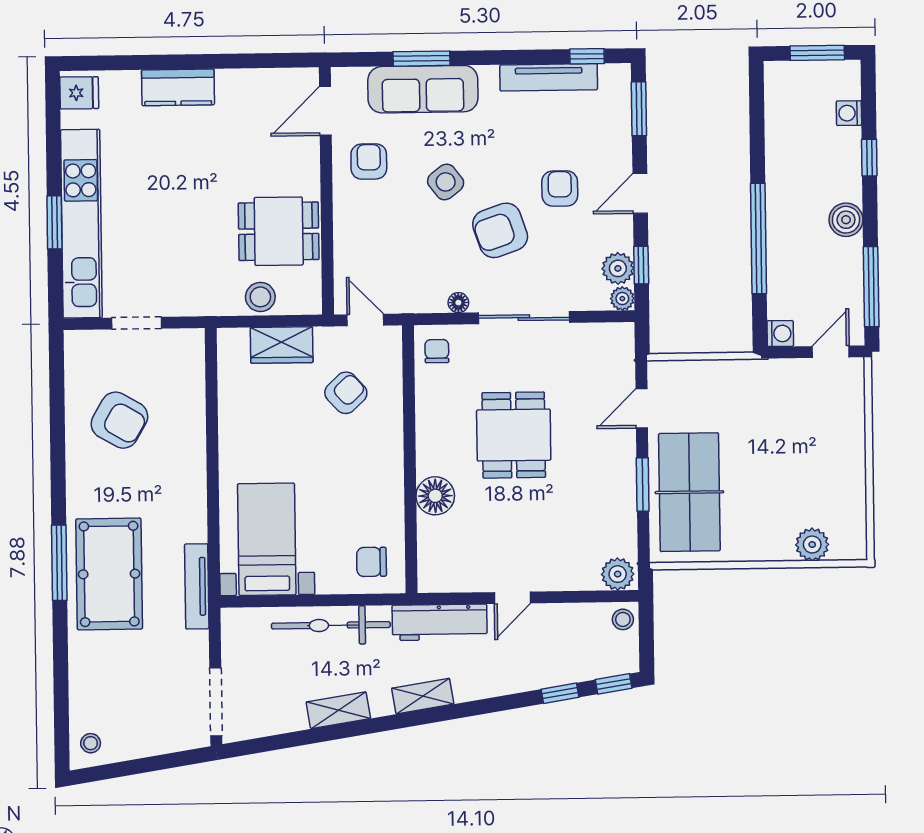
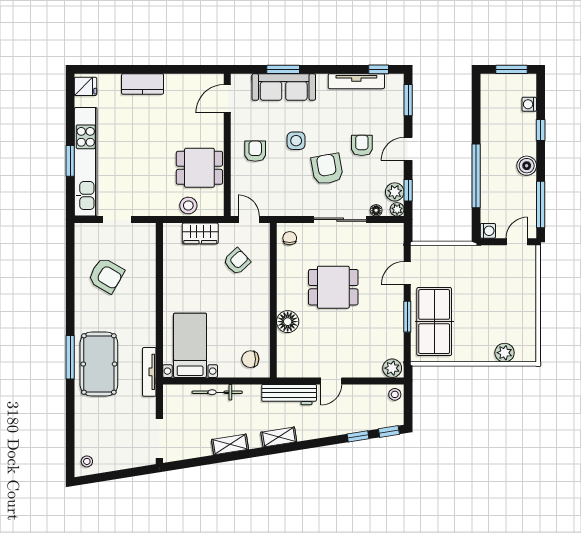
armchair: (369, 161) -> (255, 151), moved
side table: (446, 182) -> (296, 141), turned 38
armchair: (500, 230) -> (327, 169), turned 99
floor lamp: (458, 303) -> (376, 210), moved
dining table: (514, 435) -> (333, 287), turned 90
bicycle: (331, 625) -> (217, 392), width x0.73, depth x0.71

